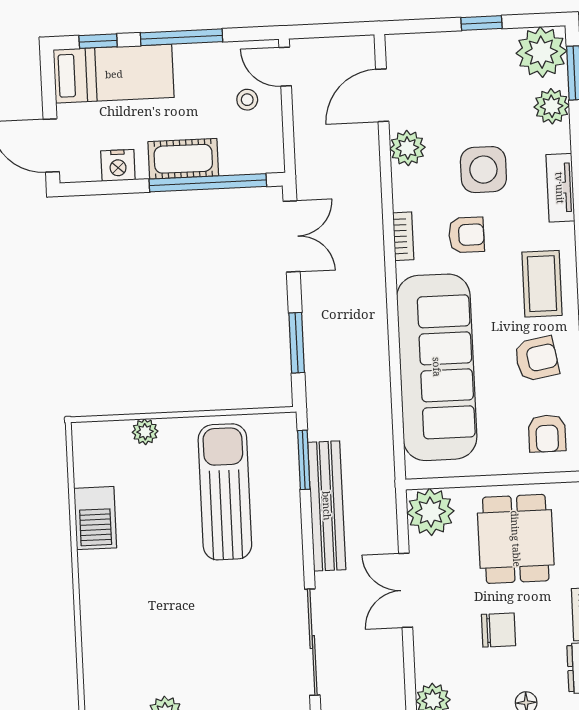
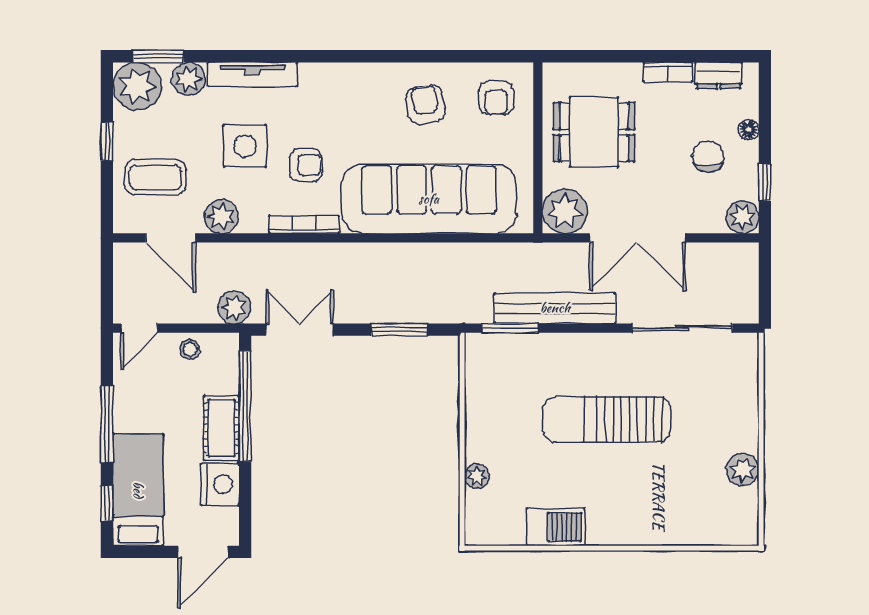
stool: (247, 100) -> (190, 349), moved
nightstand: (118, 165) -> (220, 484), width x1.36, depth x1.33
plant: (312, 166) -> (234, 307), added
tv unit: (560, 188) -> (252, 74), width x1.41
armchair: (466, 235) -> (306, 165), turned 90
bookcase: (403, 236) -> (304, 224), width x1.56
coffee table: (542, 284) -> (155, 177), moved
armchair: (547, 433) -> (496, 98), turned 90
sun lounger: (225, 492) -> (607, 419), moved
double door: (406, 590) -> (637, 238), width x1.37
chair: (498, 630) -> (708, 157), moved

